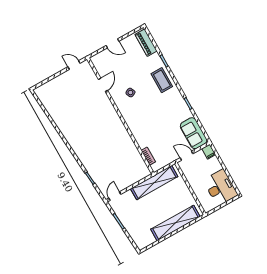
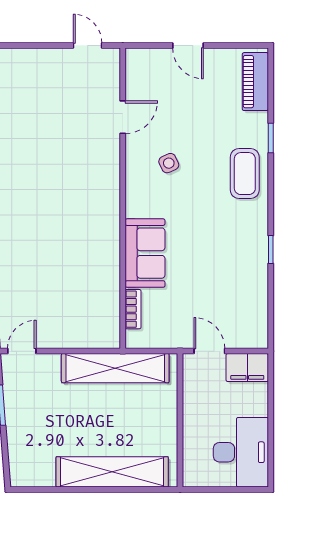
sofa: (194, 133) -> (145, 253), moved, turned 180
filing cabinet: (209, 152) -> (247, 368), width x2.00

